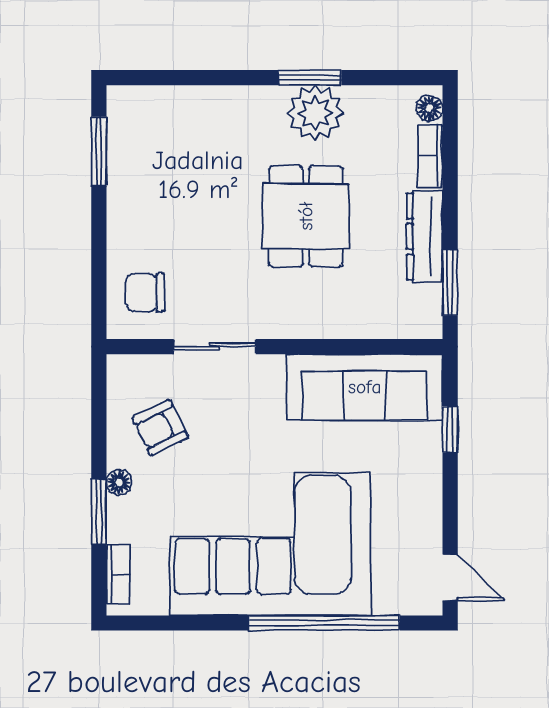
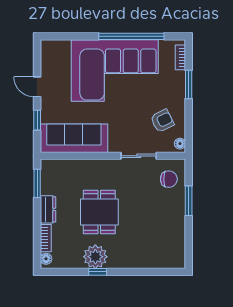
window: (310, 78) -> (98, 272), width x0.67
window: (99, 151) -> (189, 201), moved
dresser: (425, 236) -> (48, 209), width x0.70
floor lamp: (119, 483) -> (180, 144), moved
door: (450, 578) -> (37, 87), moved
window: (324, 623) -> (131, 36), moved

